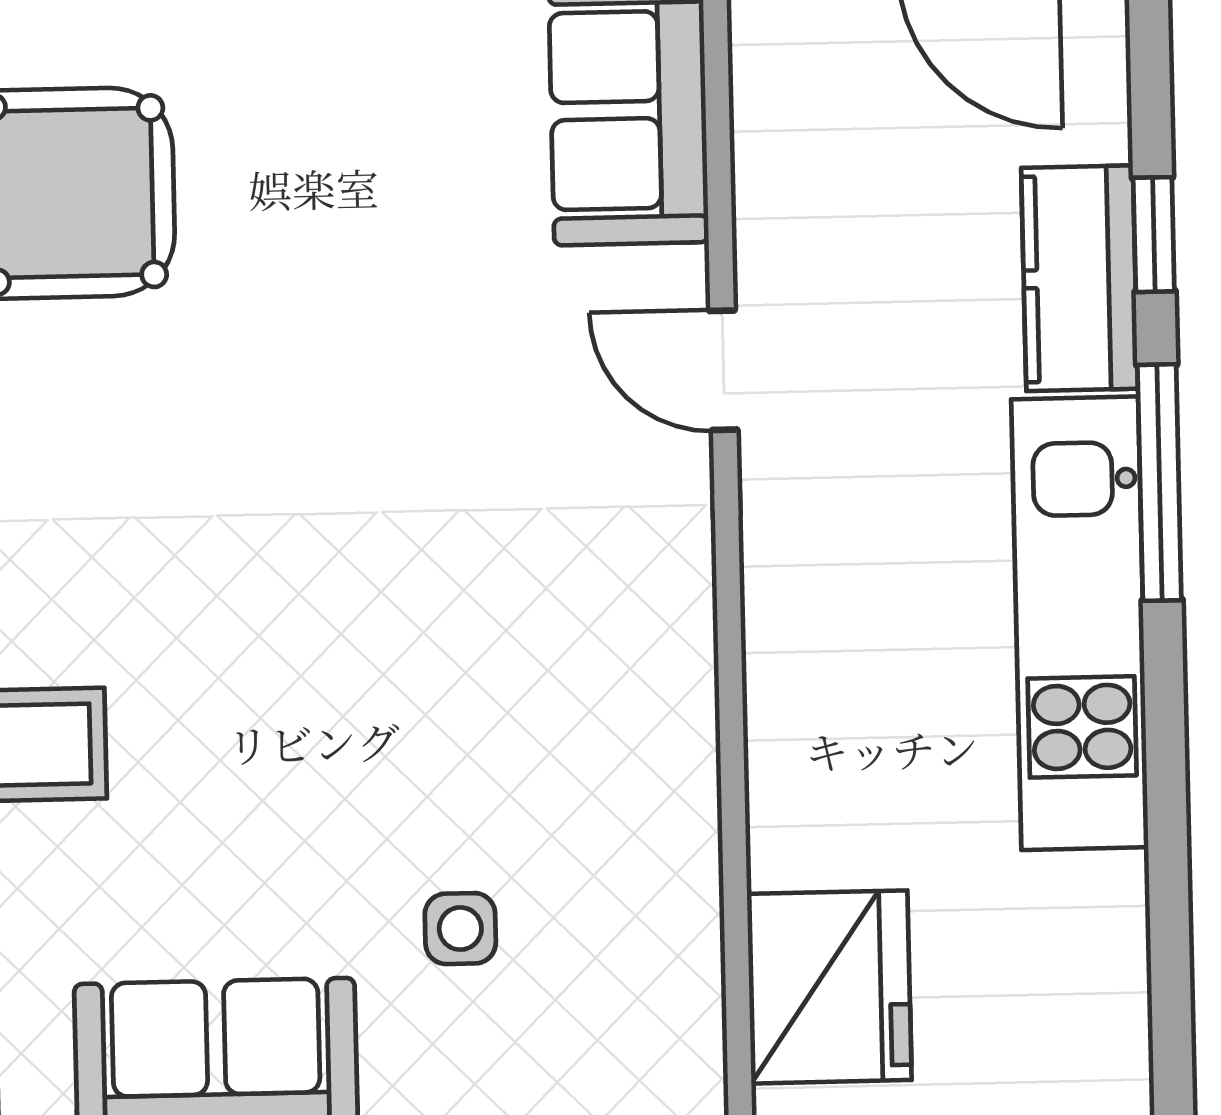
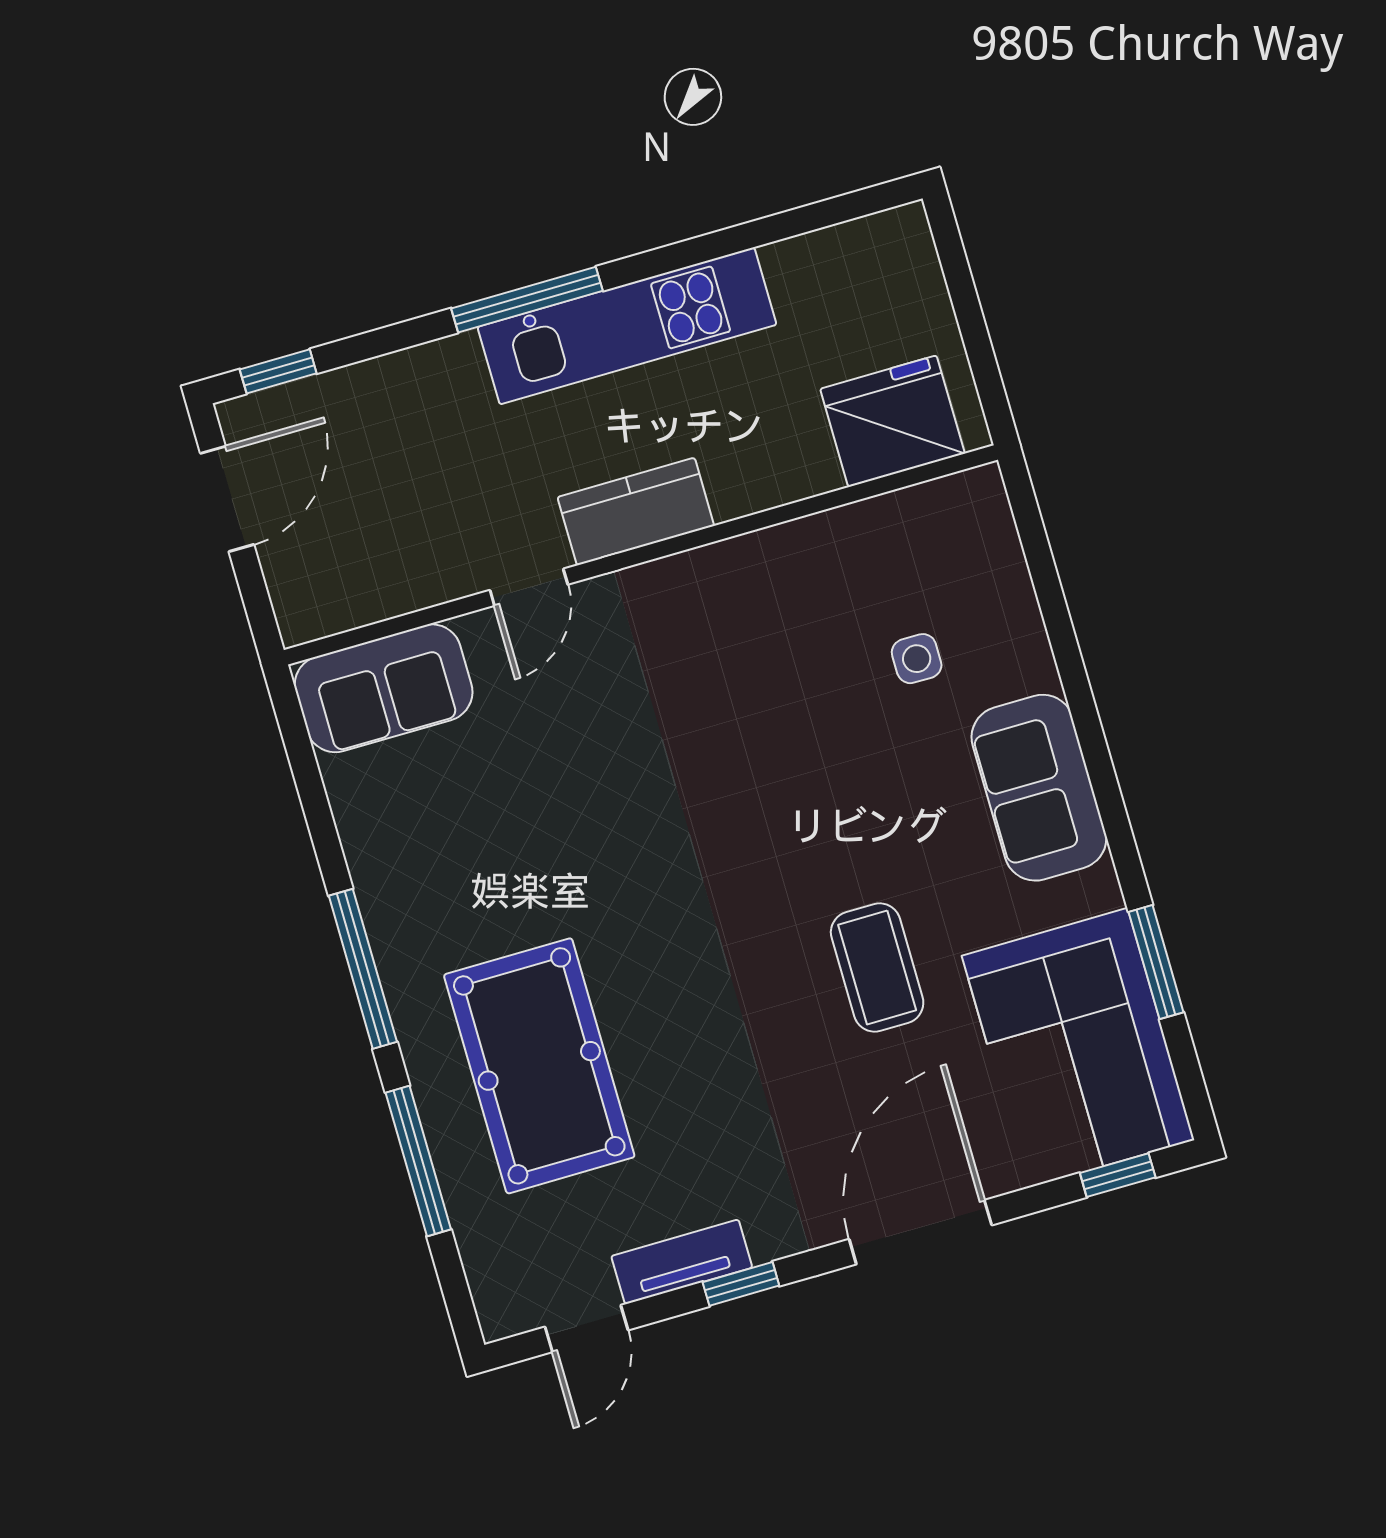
window: (1154, 235) -> (278, 371), moved
kitchen counter: (1080, 278) -> (636, 512), moved, turned 180

